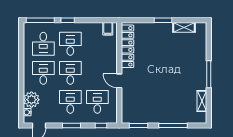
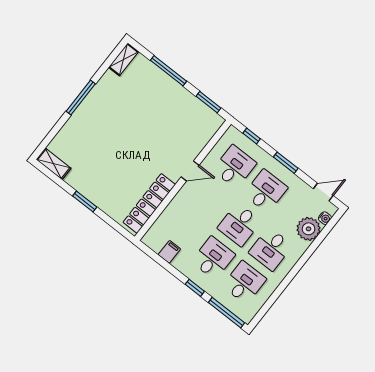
shelving: (184, 27) -> (54, 164), moved
filing cabinet: (108, 29) -> (169, 252), moved
desk: (70, 44) -> (213, 258), turned 180
door: (119, 81) -> (190, 171), hinge flipped
shelving: (202, 101) -> (123, 59), moved
desk: (70, 102) -> (266, 191), turned 180
desk: (97, 102) -> (234, 167), turned 180

